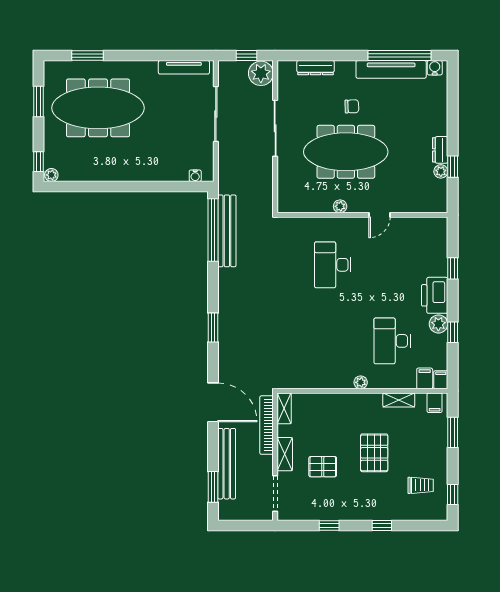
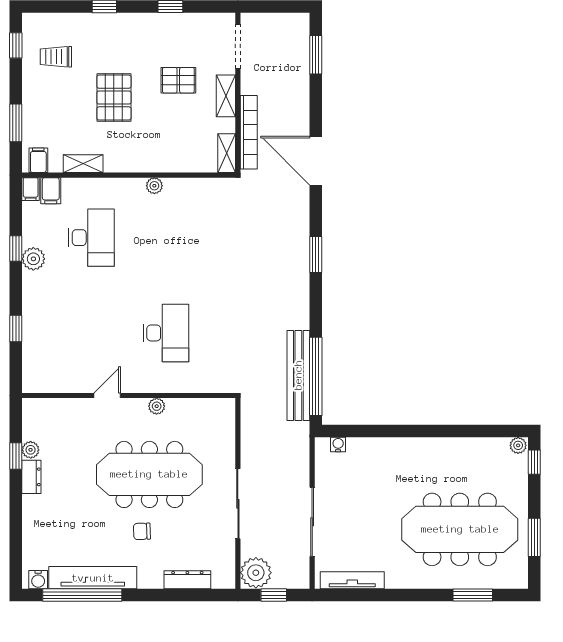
printer: (435, 295) -> (38, 295), removed
plant: (361, 382) -> (154, 186), moved
bench: (227, 464) -> (299, 84), removed

